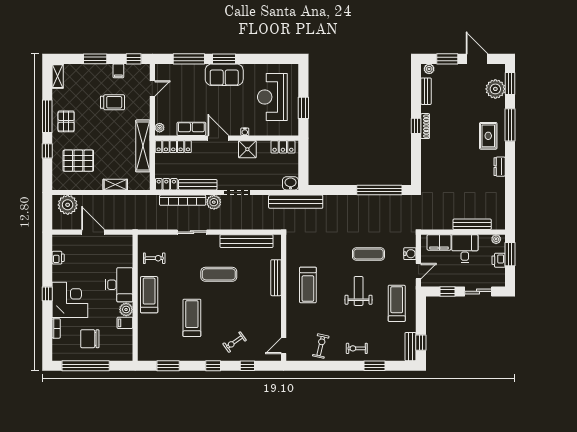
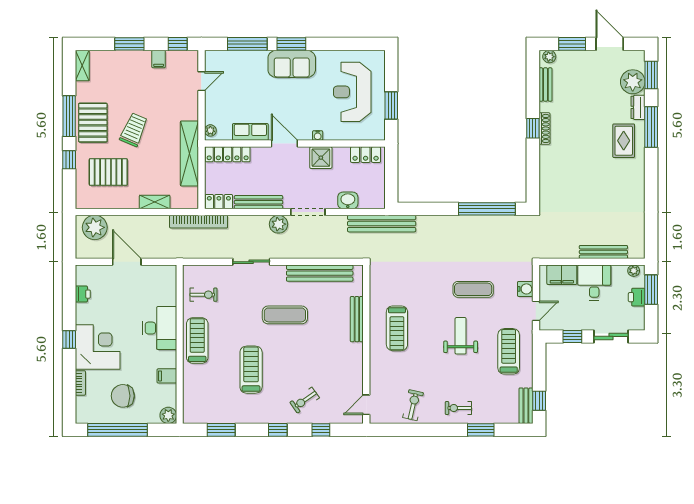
trolley: (112, 102) -> (134, 130), moved, turned -67
pallet: (66, 121) -> (93, 123), width x1.50, depth x1.42
dresser: (500, 167) -> (638, 107), moved
washbasin: (290, 183) -> (348, 200), moved
bookcase: (183, 200) -> (199, 222), moved
plant: (126, 310) -> (168, 415), moved

